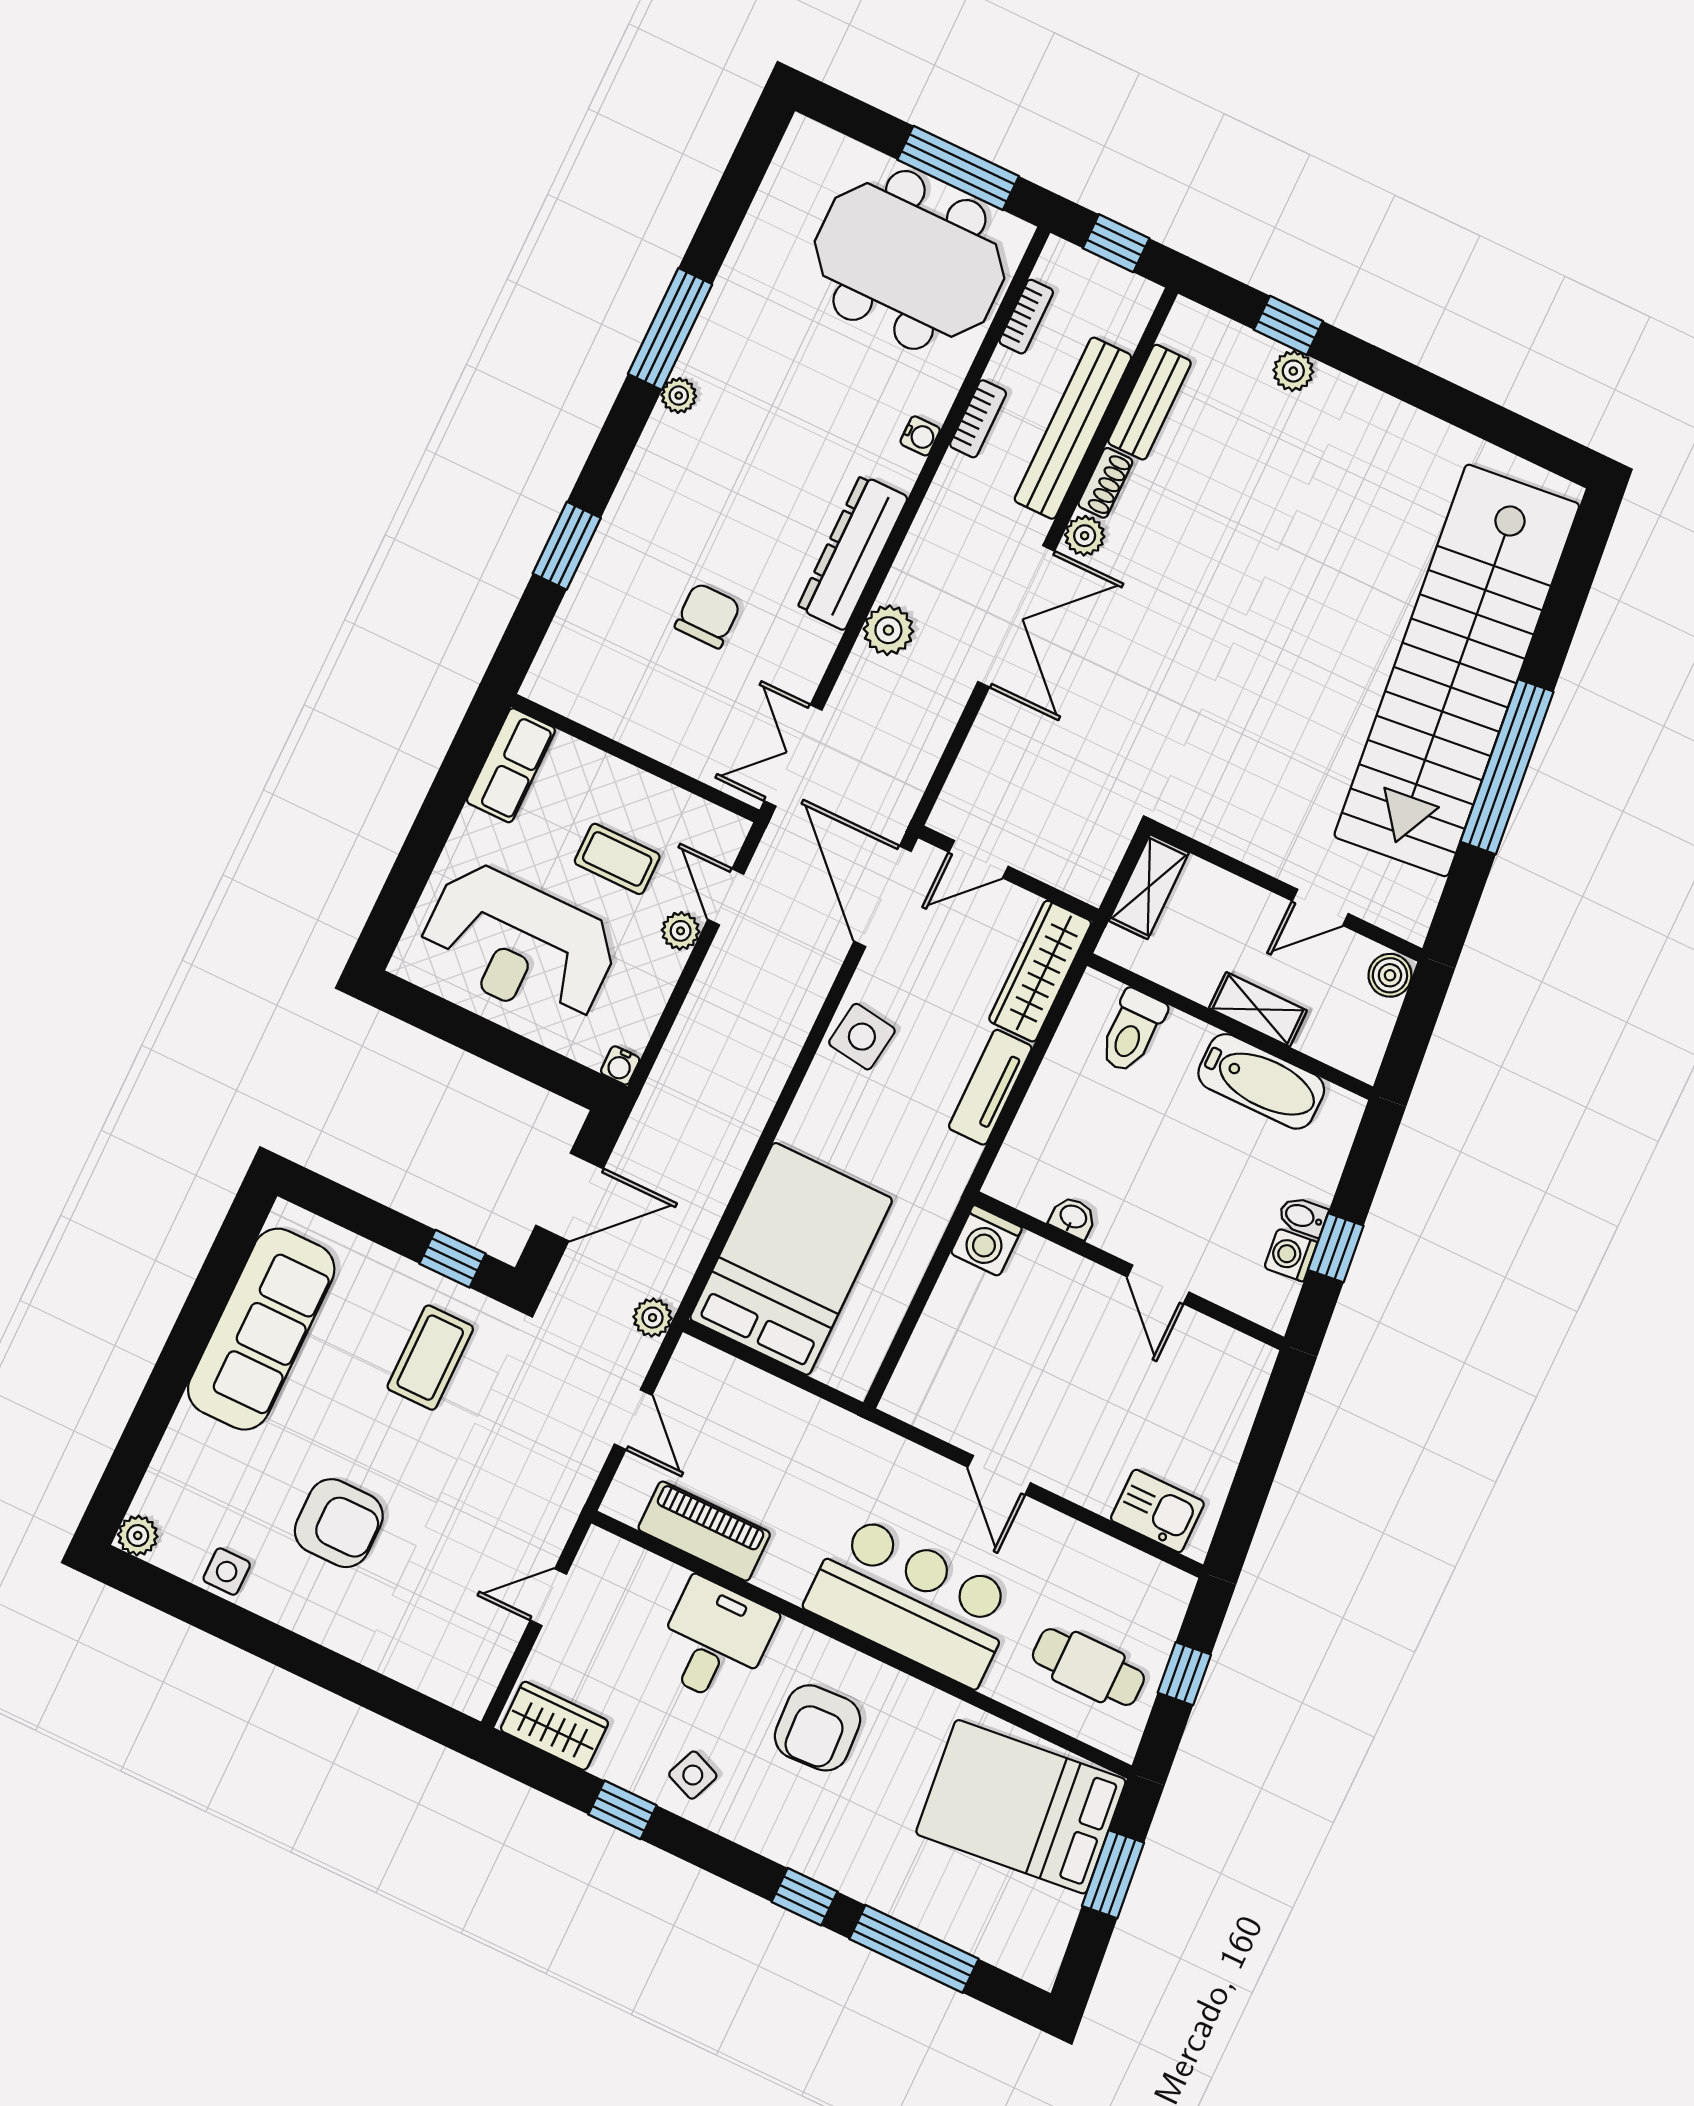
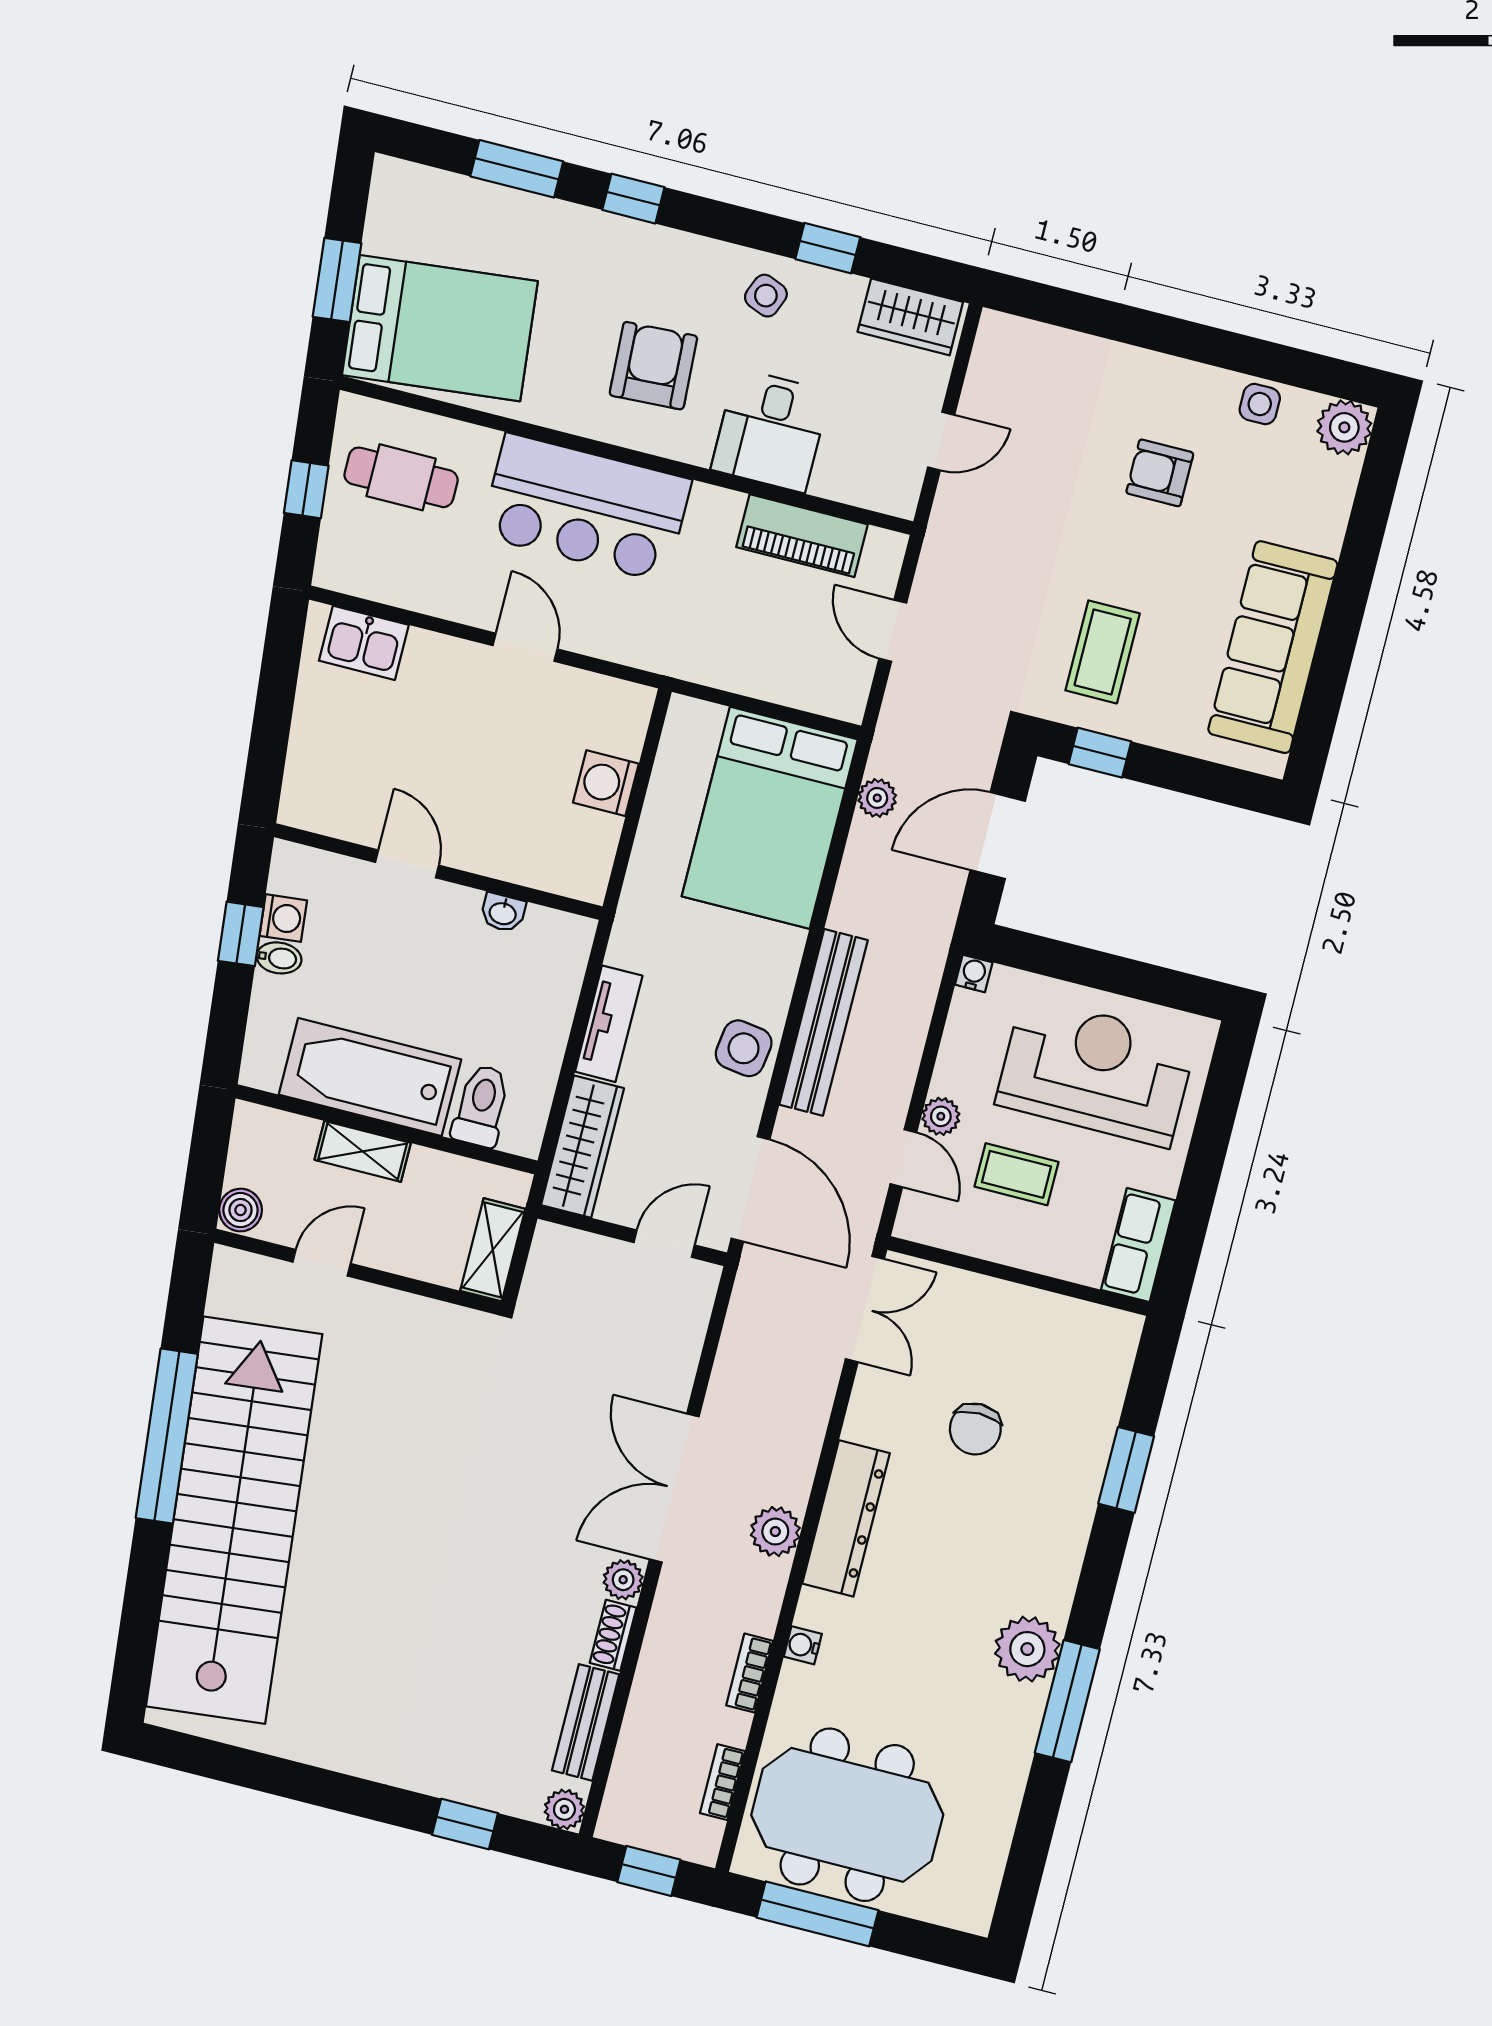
plant: (1293, 371) -> (564, 1809), moved
plant: (679, 396) -> (1027, 1649), width x1.88, depth x1.88
bench: (1073, 428) -> (823, 1022), moved
plant: (888, 630) -> (775, 1532), moved
bathtub: (1261, 1081) -> (370, 1077), width x1.36, depth x1.36
washing machine: (986, 1241) -> (606, 783), moved, turned -90
plant: (653, 1318) -> (877, 798), moved
armchair: (339, 1523) -> (1160, 473), width x0.72, depth x0.72
plant: (138, 1536) -> (1344, 427), width x1.38, depth x1.38
window: (914, 1949) -> (517, 169), width x0.69

